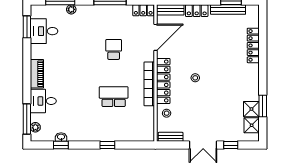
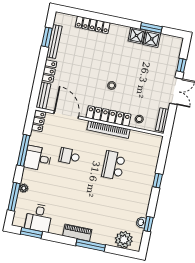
desk: (43, 101) -> (38, 158), moved, turned 90
window: (27, 119) -> (91, 245), moved
shower: (252, 125) -> (137, 36), moved
plant: (35, 127) -> (124, 240), width x1.87, depth x1.87

